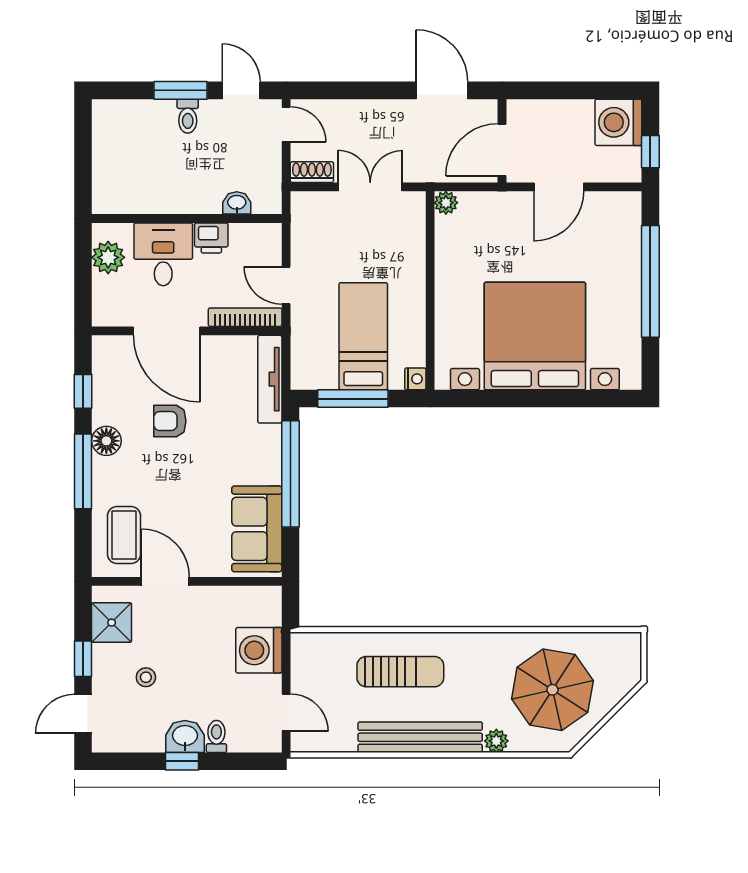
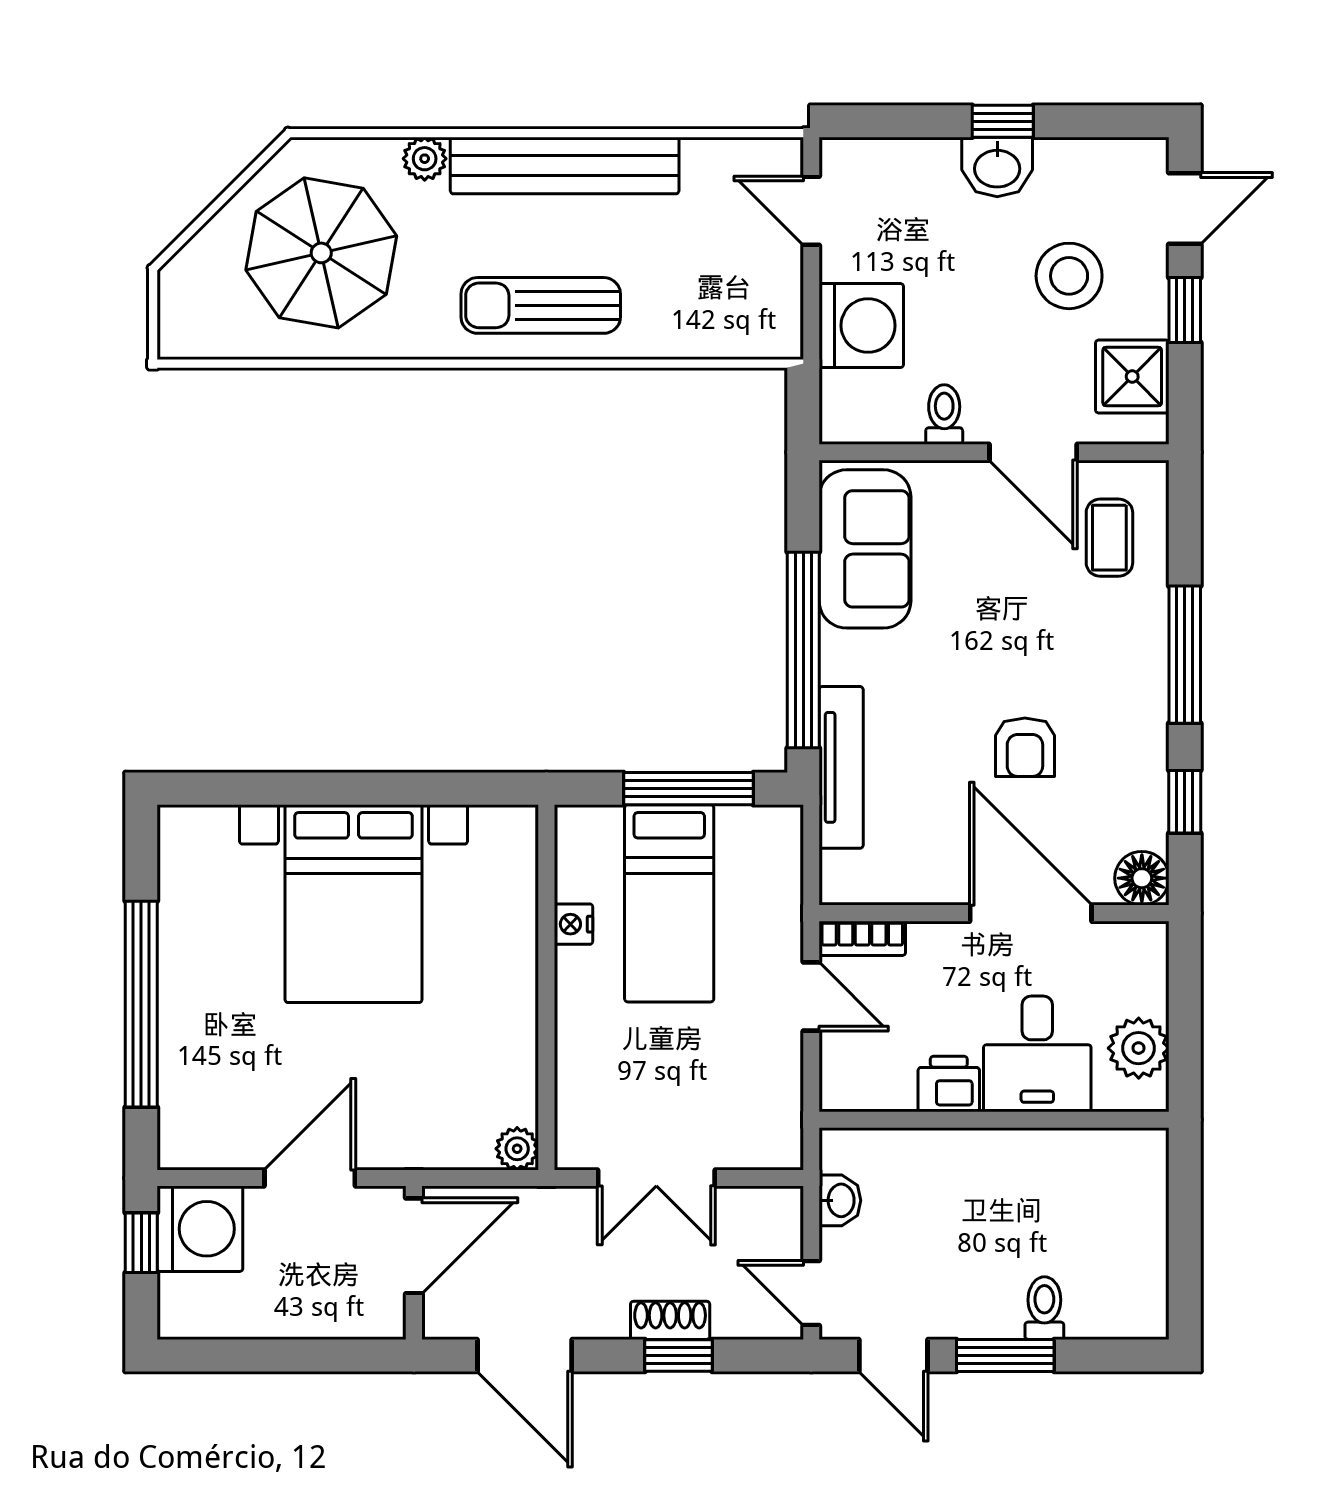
window: (358, 90) -> (678, 1355), added
toilet: (188, 116) -> (1044, 1308), moved
washing machine: (618, 122) -> (200, 1229), moved
shoe rack: (312, 172) -> (670, 1320), moved, turned 180
washbasin: (237, 203) -> (840, 1200), moved, turned -90
bookcase: (245, 317) -> (862, 938), width x0.64
bed with nightstands: (535, 336) -> (354, 904), width x0.73
tv unit: (270, 379) -> (841, 767), moved
nightstand: (415, 379) -> (573, 924), moved
armchair: (170, 421) -> (1025, 747), turned 90
floor lamp: (106, 441) -> (1142, 878), moved
coffee table: (124, 535) -> (1109, 538), width x0.73, depth x0.77
sun lounger: (400, 672) -> (541, 305), moved
stool: (146, 677) -> (1069, 276), width x1.89, depth x1.89
toilet: (216, 736) -> (944, 414), moved, turned 180

